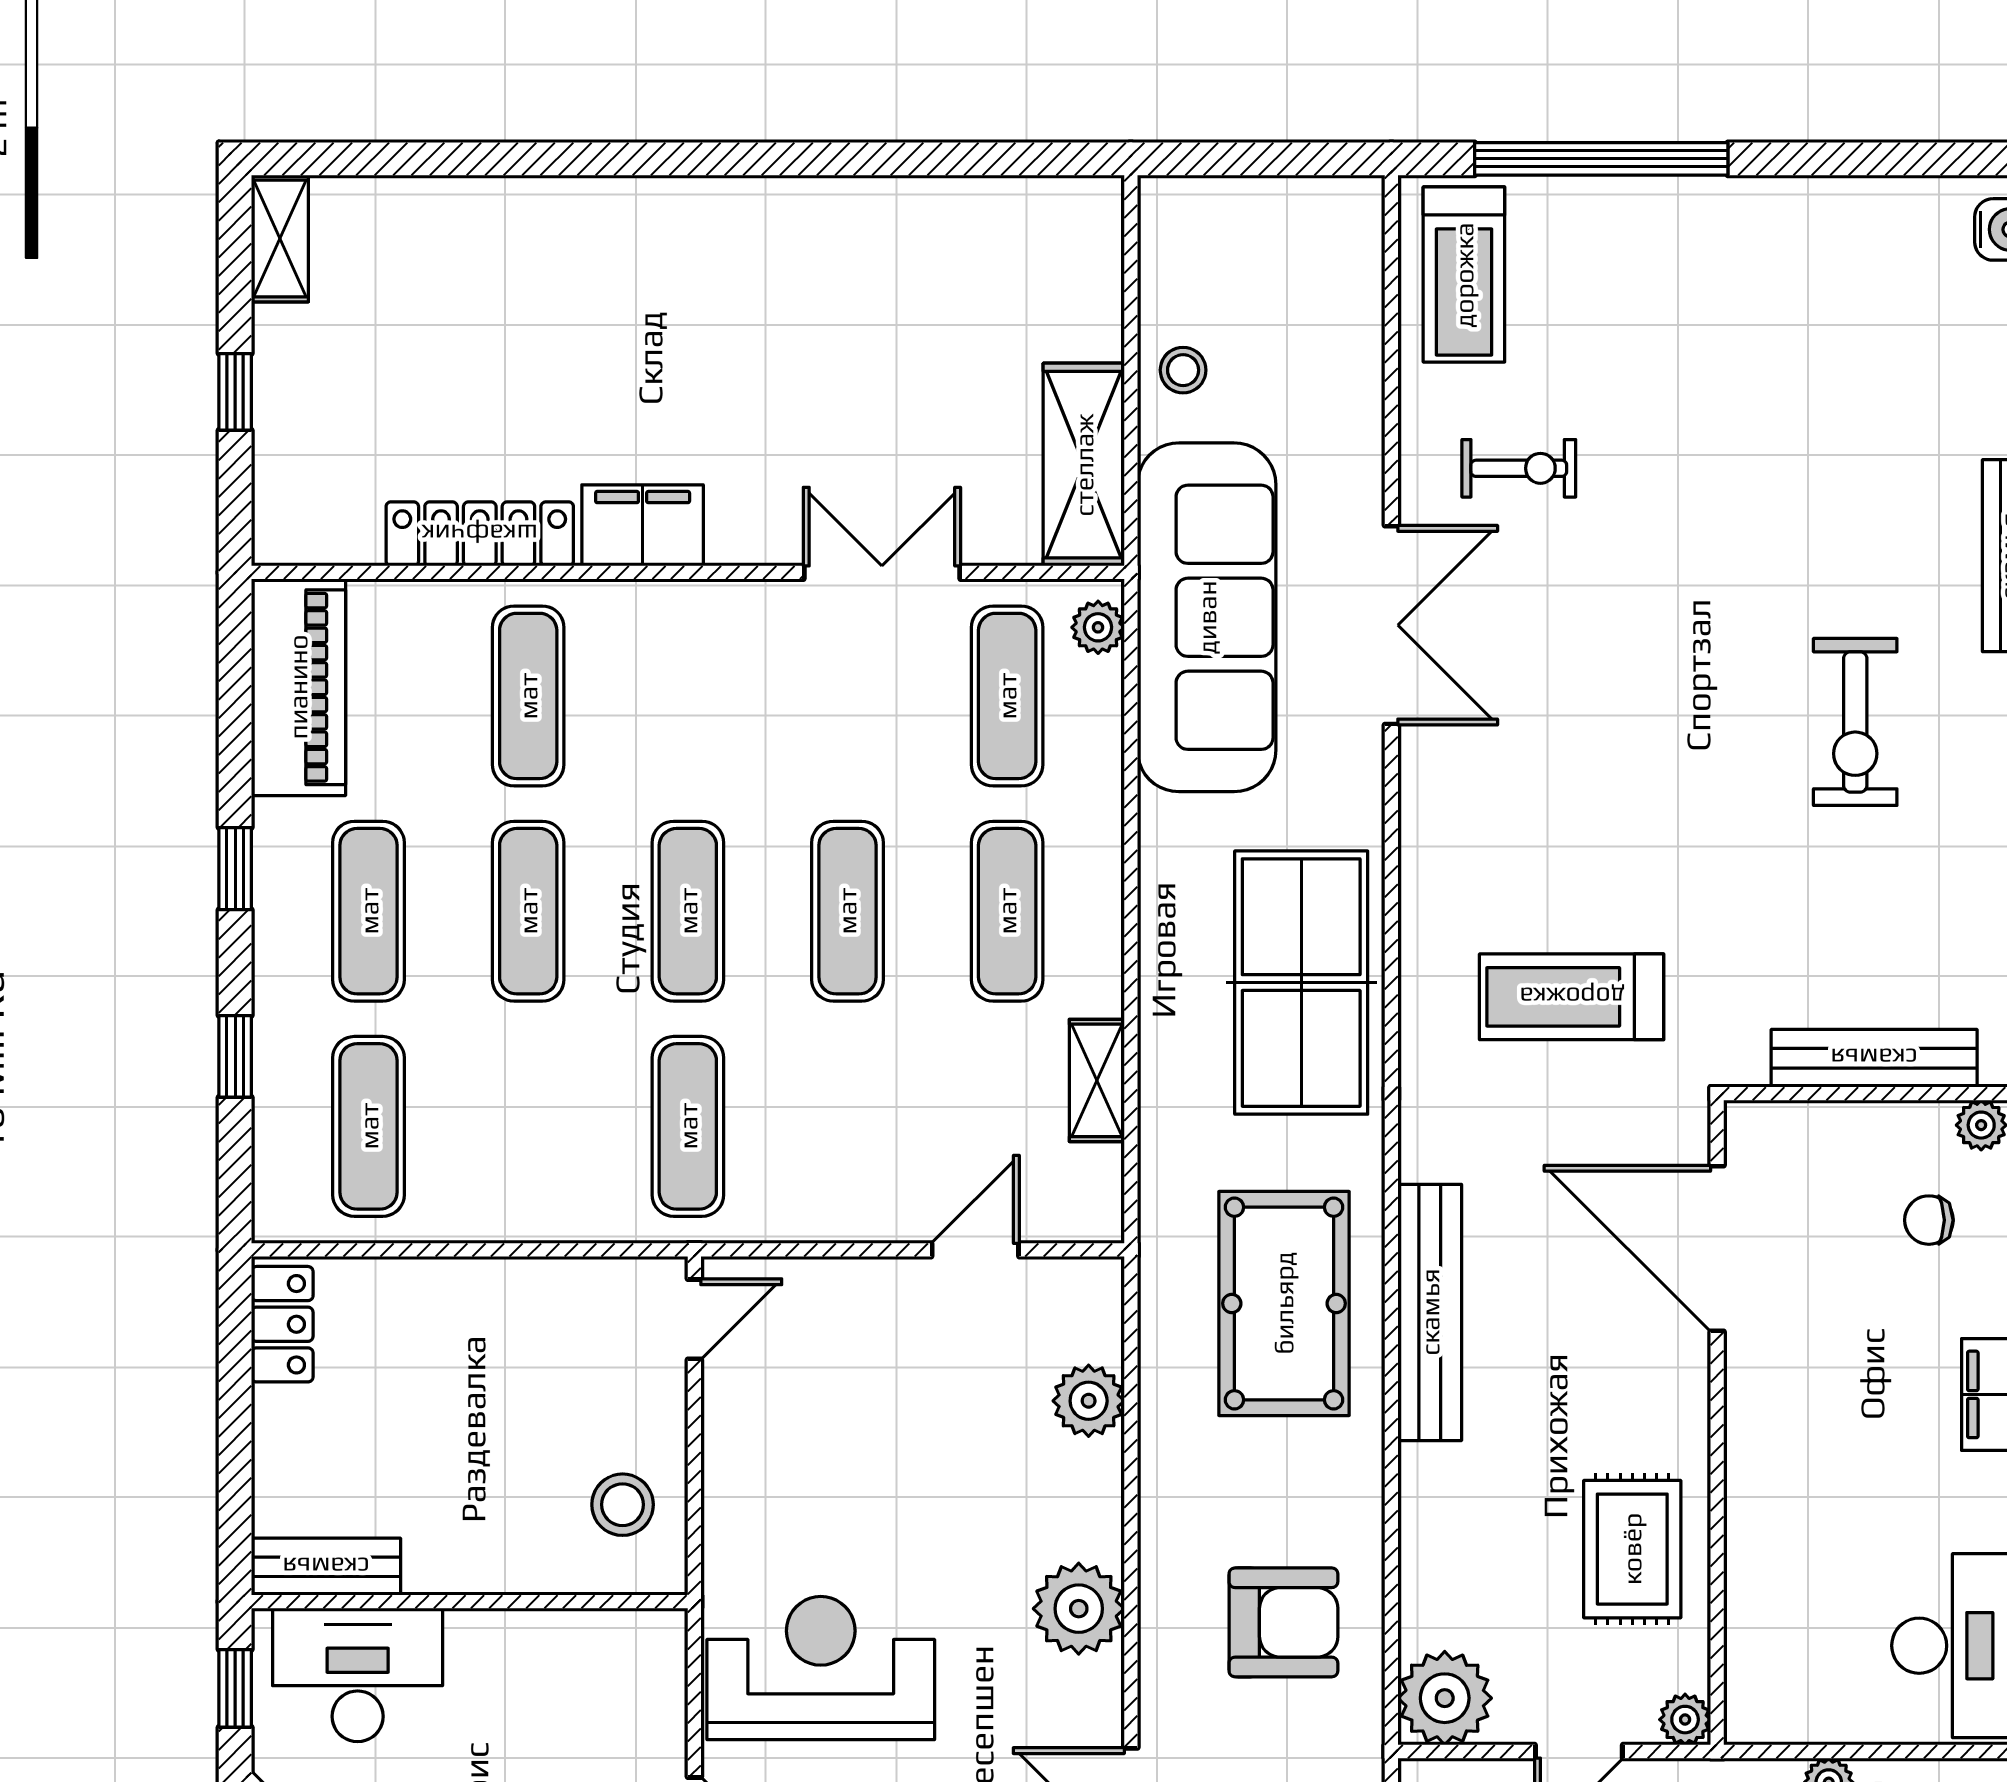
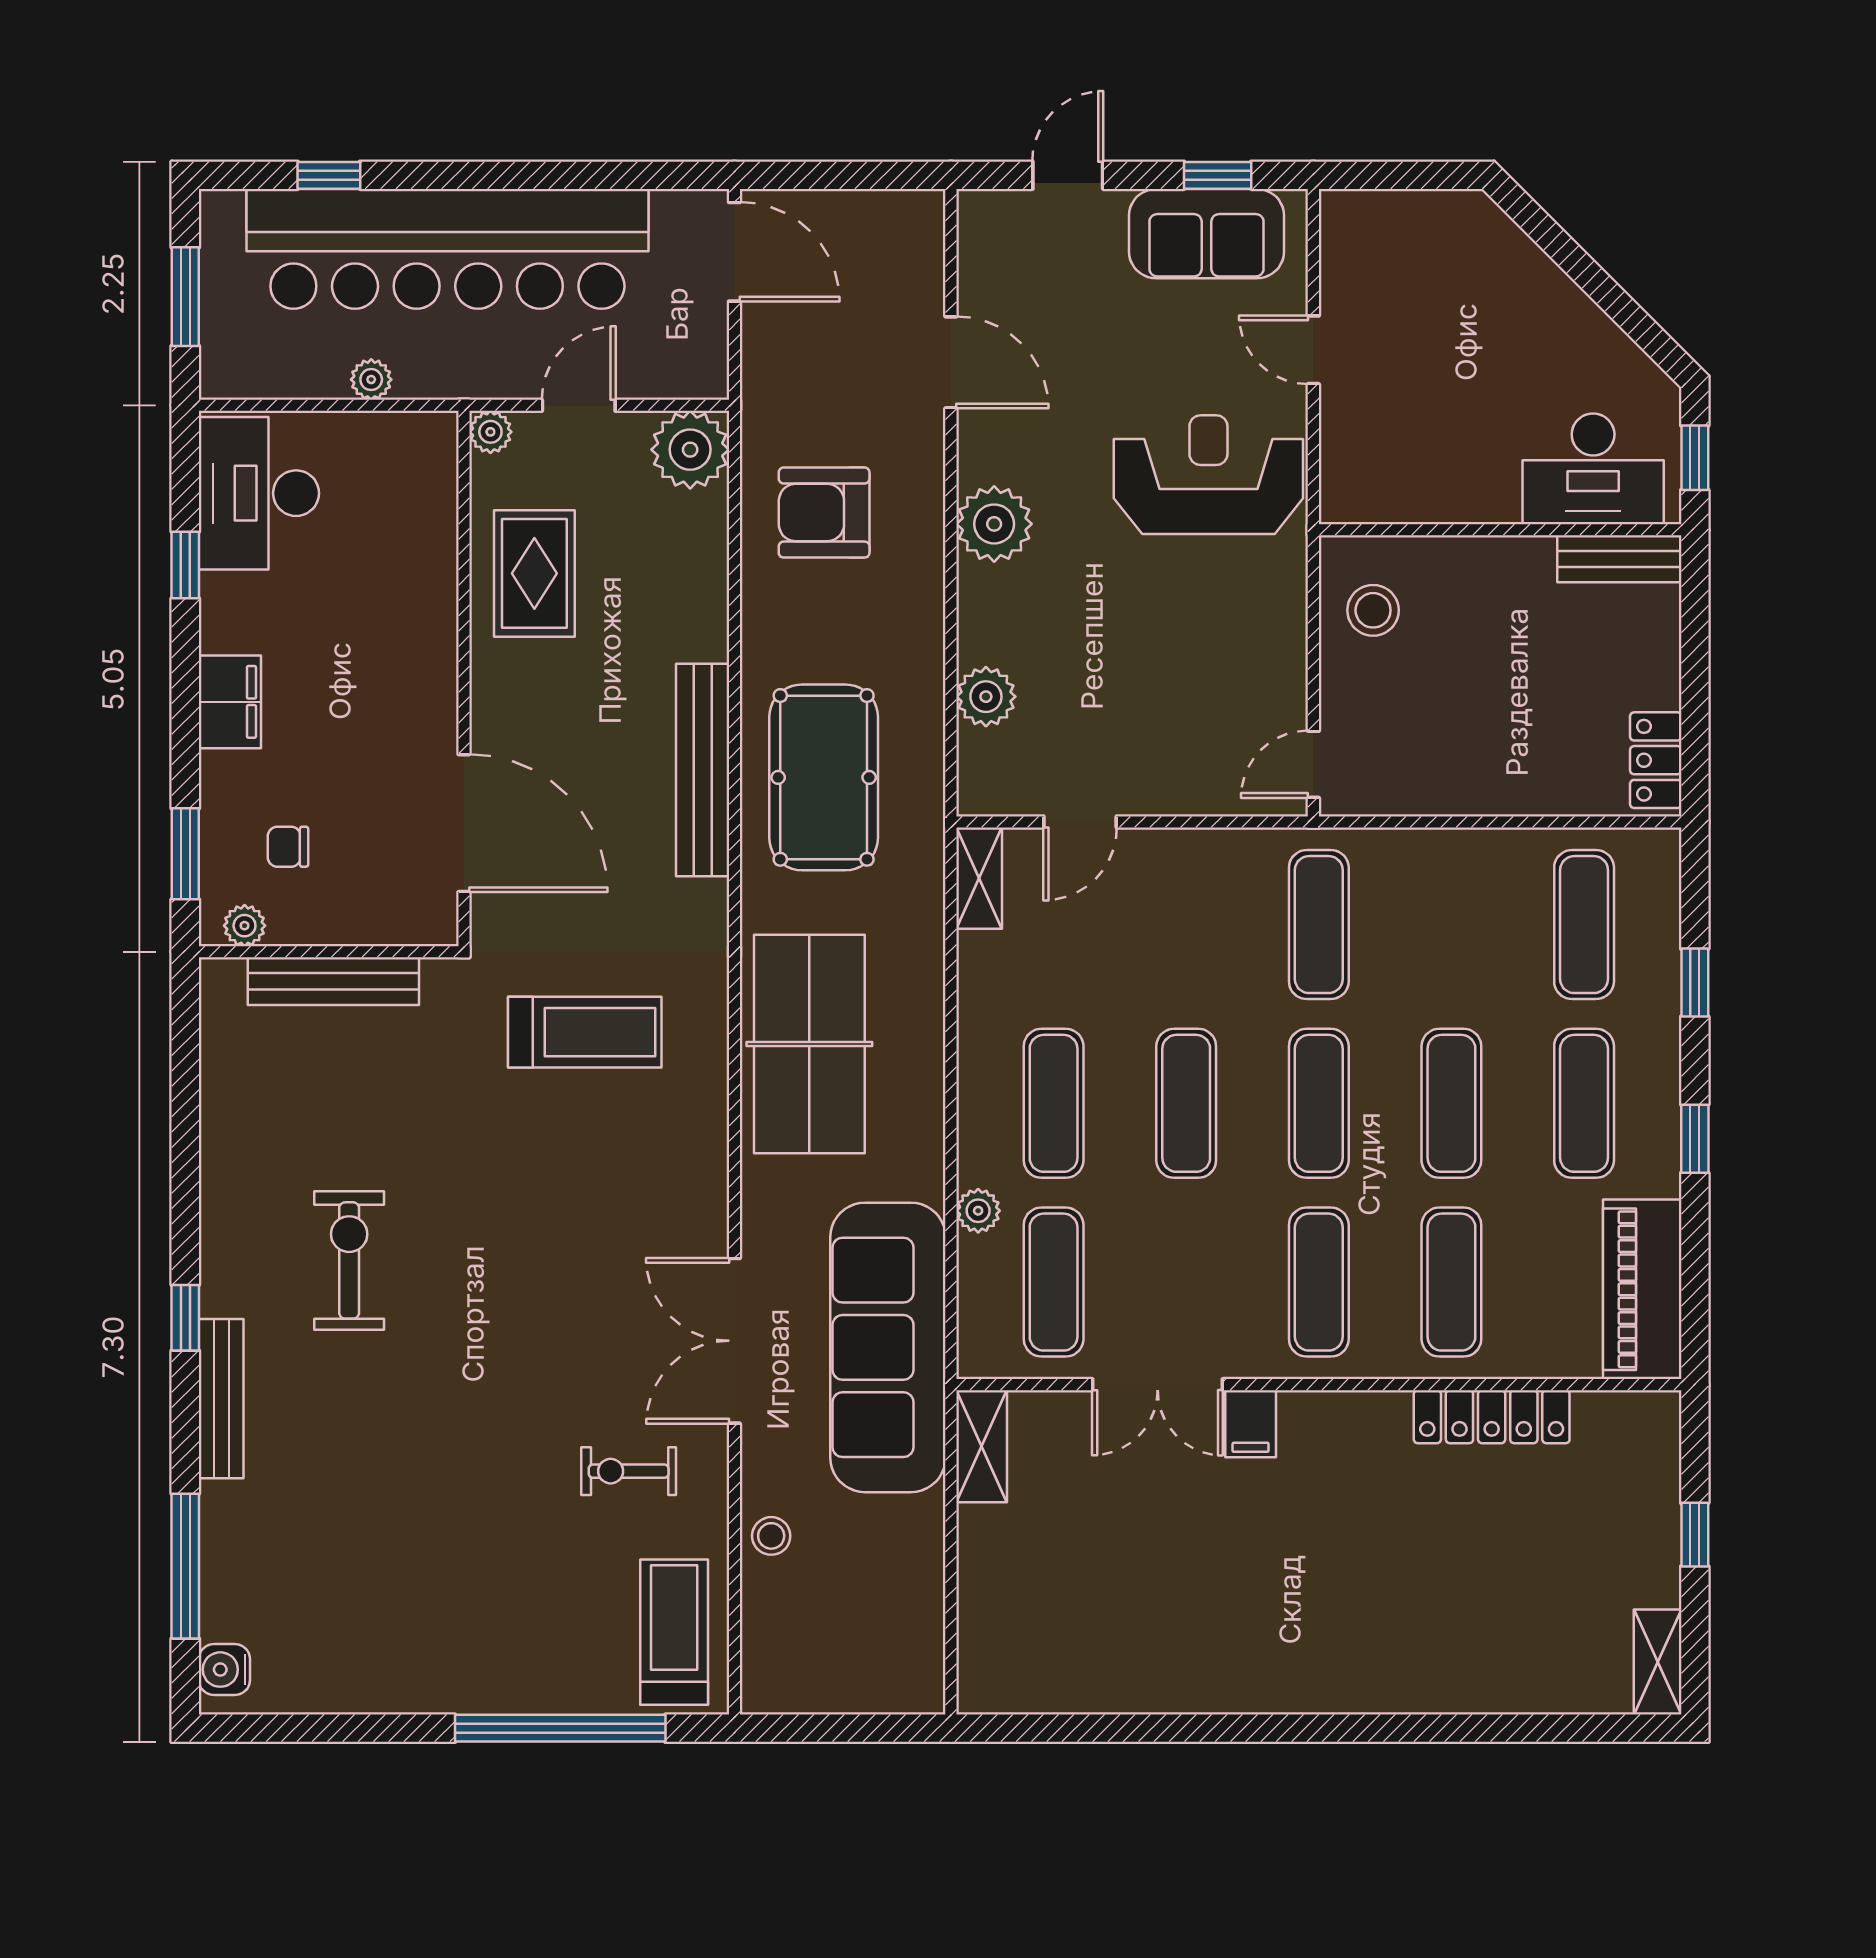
stool: (1183, 370) -> (771, 1536), moved
shelving: (1084, 465) -> (982, 1446), width x0.67, depth x0.75
filing cabinet: (643, 525) -> (1251, 1424), moved, width x0.50
plant: (1098, 627) -> (978, 1211), moved
exercise mat: (688, 696) -> (1319, 1282), added
shelving: (1097, 1080) -> (979, 878), moved
chair: (1929, 1220) -> (288, 847), turned 180
reception desk: (821, 1668) -> (1208, 475), turned 180

